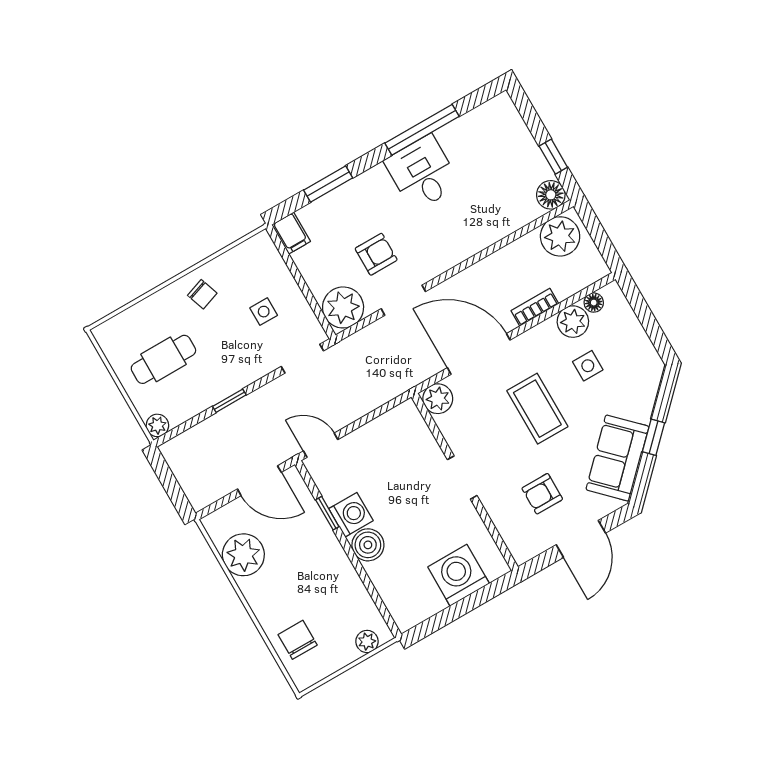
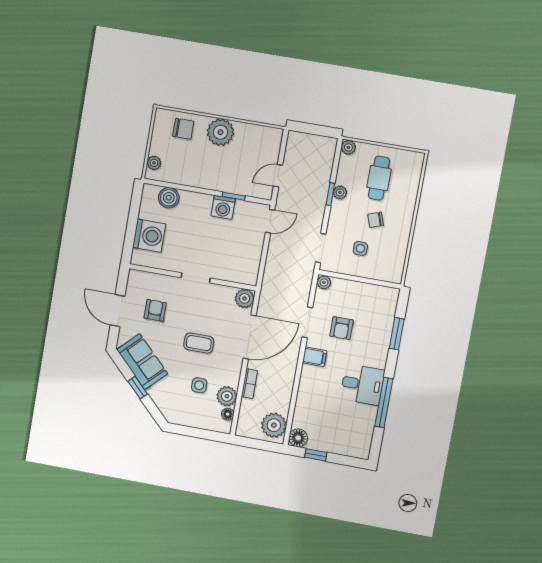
filing cabinet: (291, 233) -> (315, 357), moved, turned 180
chair: (202, 294) -> (376, 220), moved
plant: (343, 307) -> (324, 282), width x0.53, depth x0.53
plant: (218, 391) -> (340, 192), added
coffee table: (537, 409) -> (199, 343), width x0.73, depth x0.77
door: (259, 481) -> (278, 176), width x0.73
boiler: (368, 545) -> (169, 198), moved
plant: (243, 555) -> (220, 132), moved

